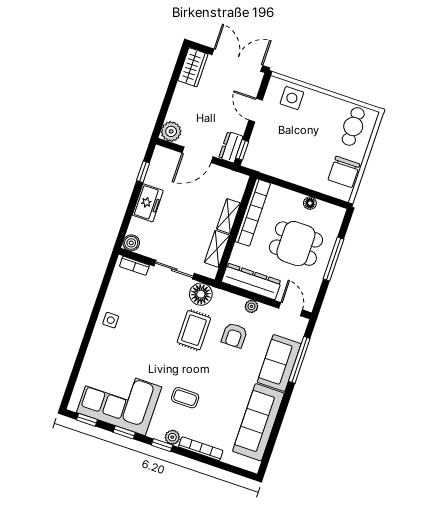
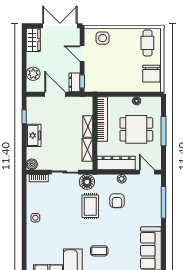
plant: (171, 131) -> (33, 74), moved
door: (198, 155) -> (55, 94), swing flipped
sofa: (279, 363) -> (151, 209), removed

